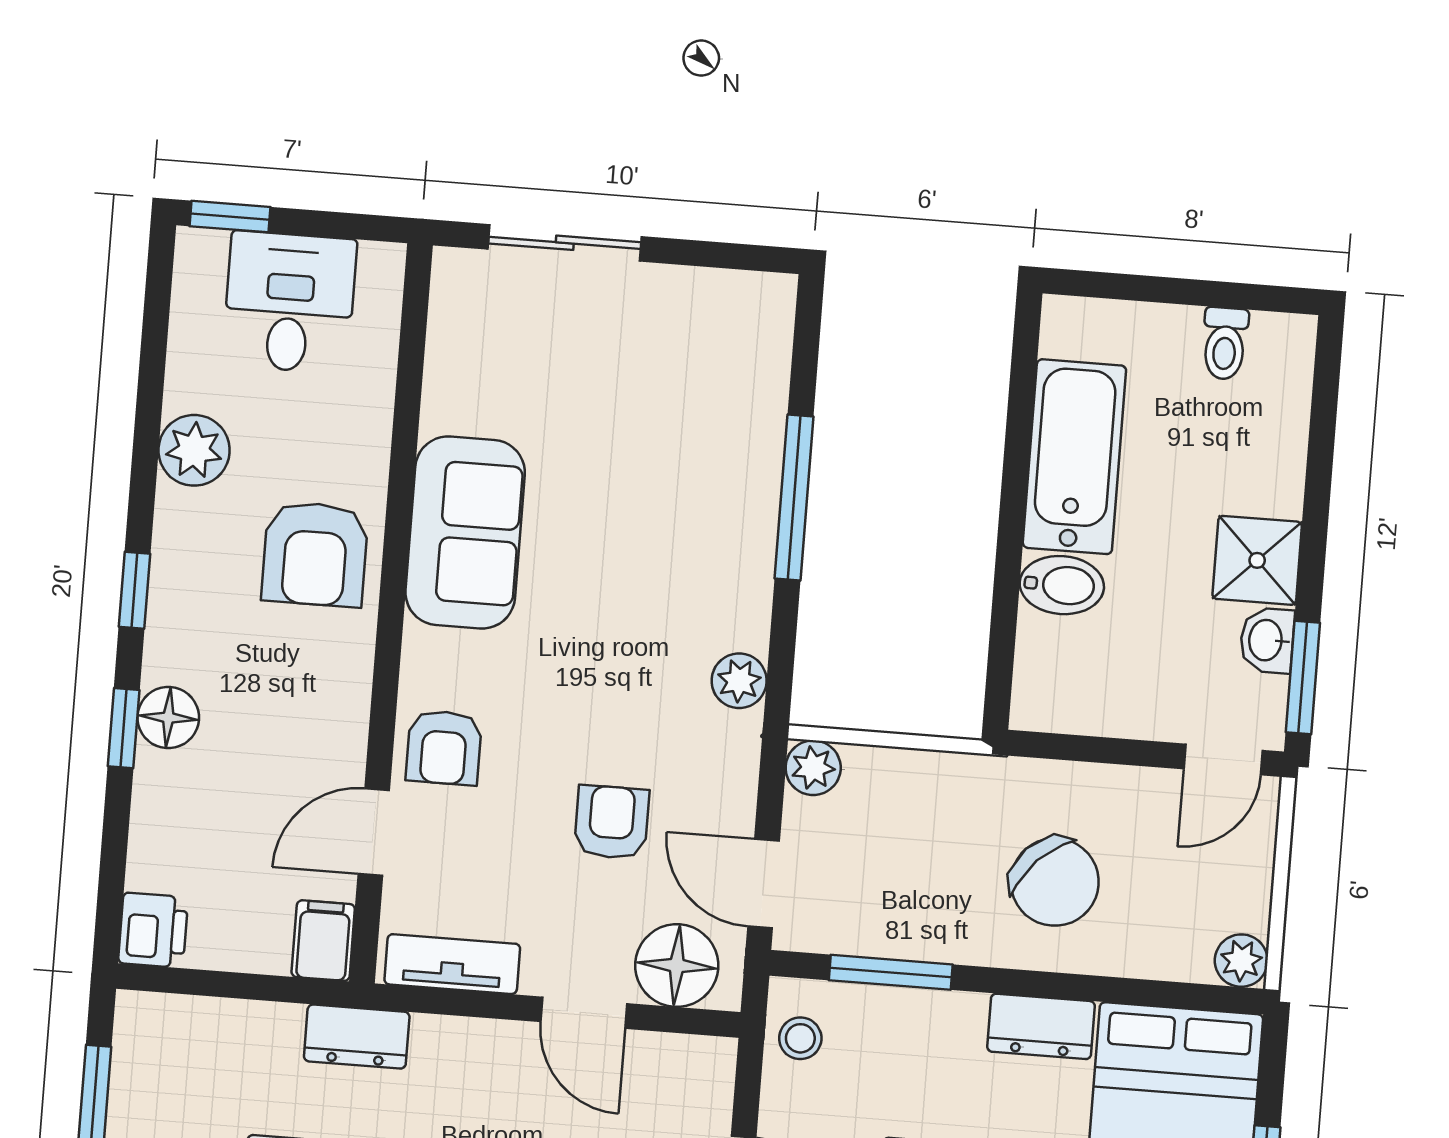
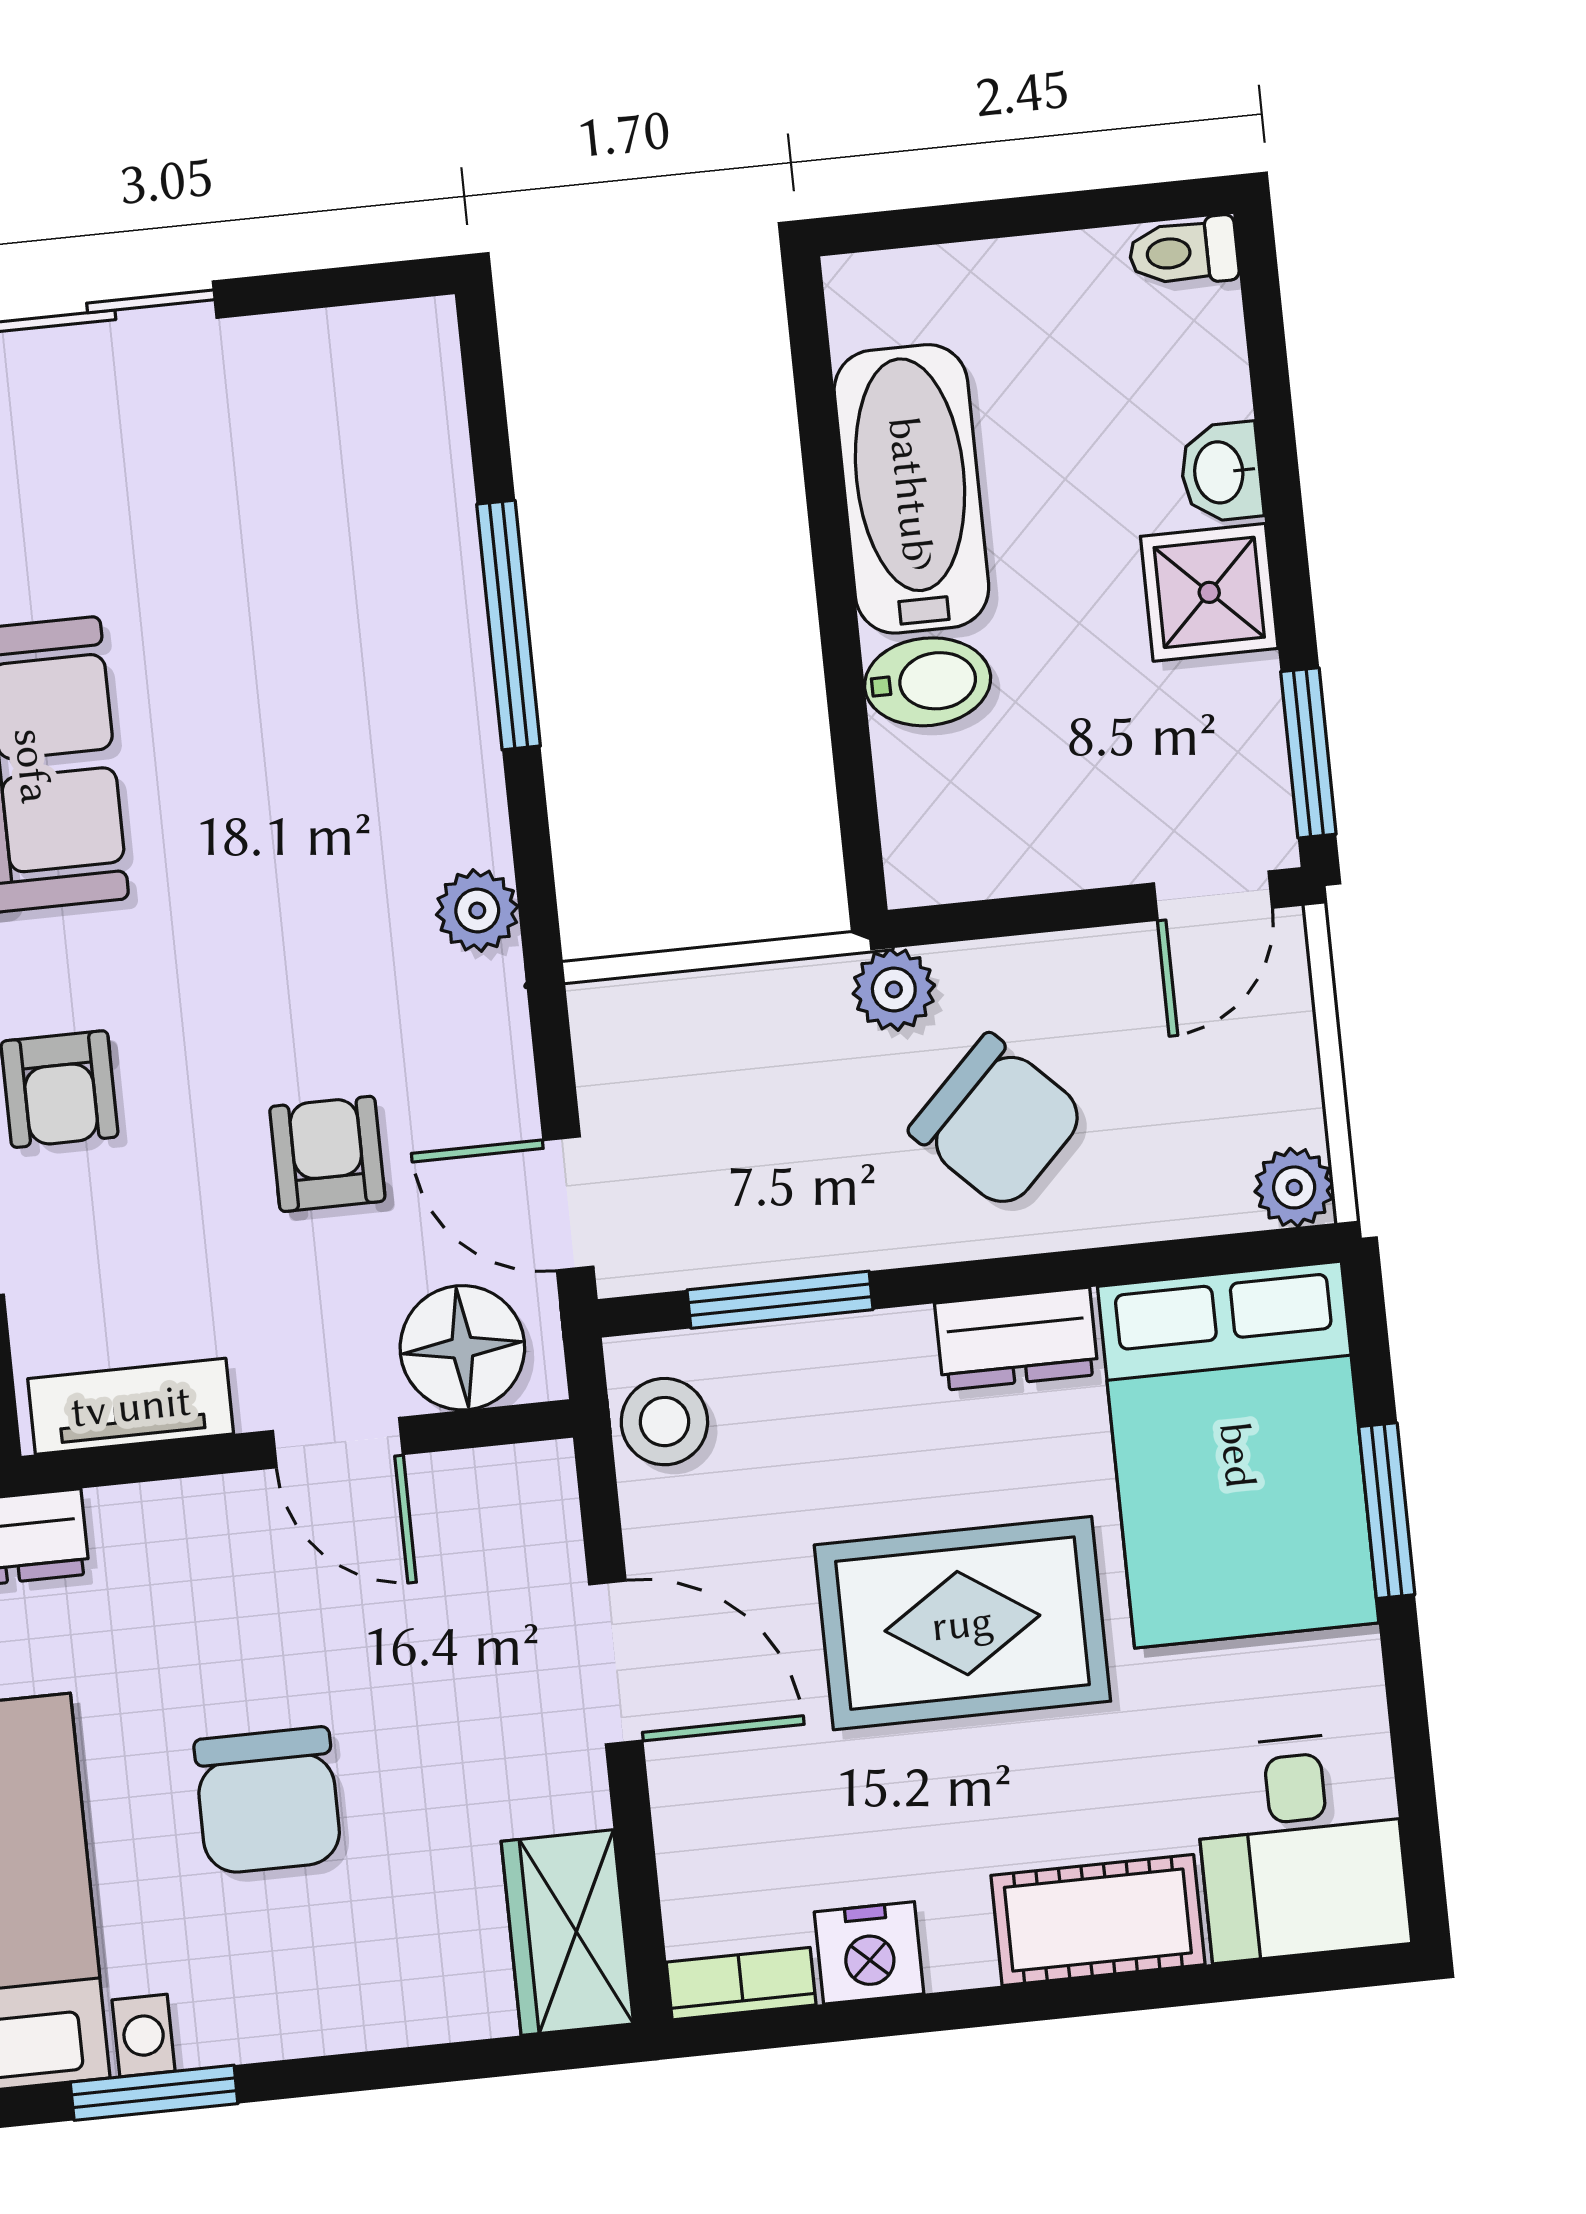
toilet: (1225, 343) -> (1183, 252), moved, turned 90
washbasin: (1267, 640) -> (1221, 472), moved
plant: (813, 768) -> (894, 989), moved
stool: (800, 1038) -> (664, 1422), width x1.37, depth x1.37

